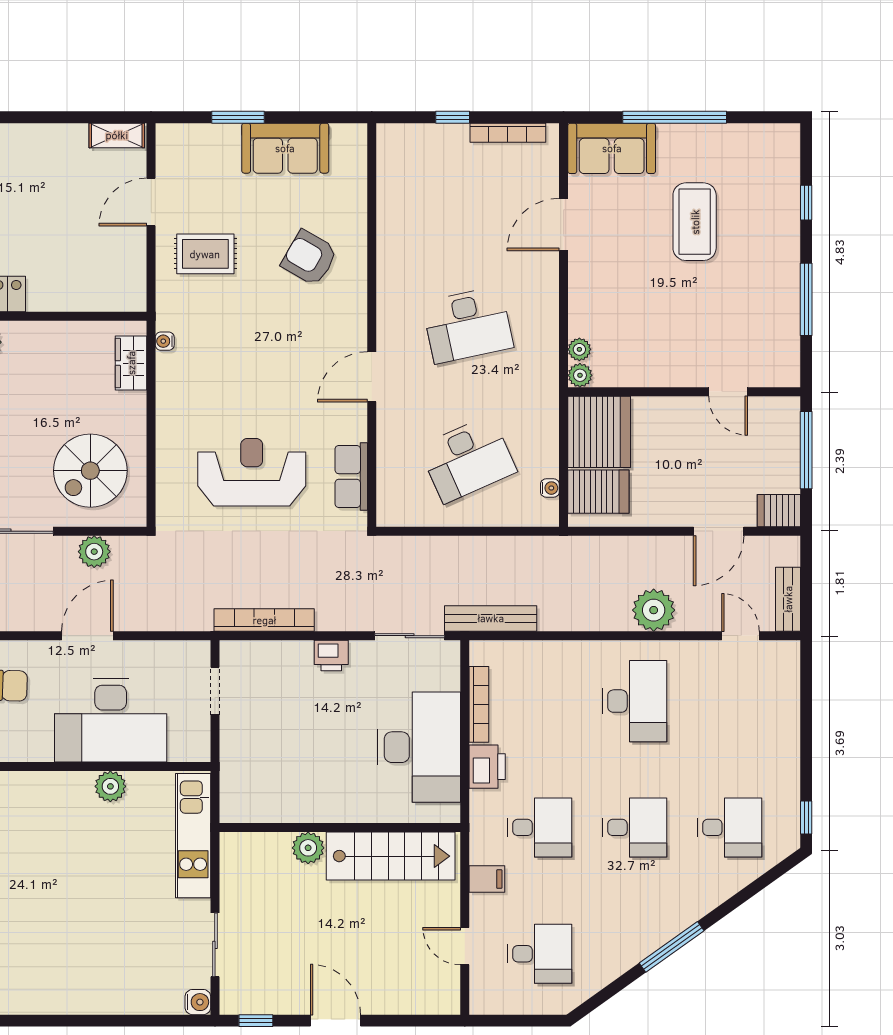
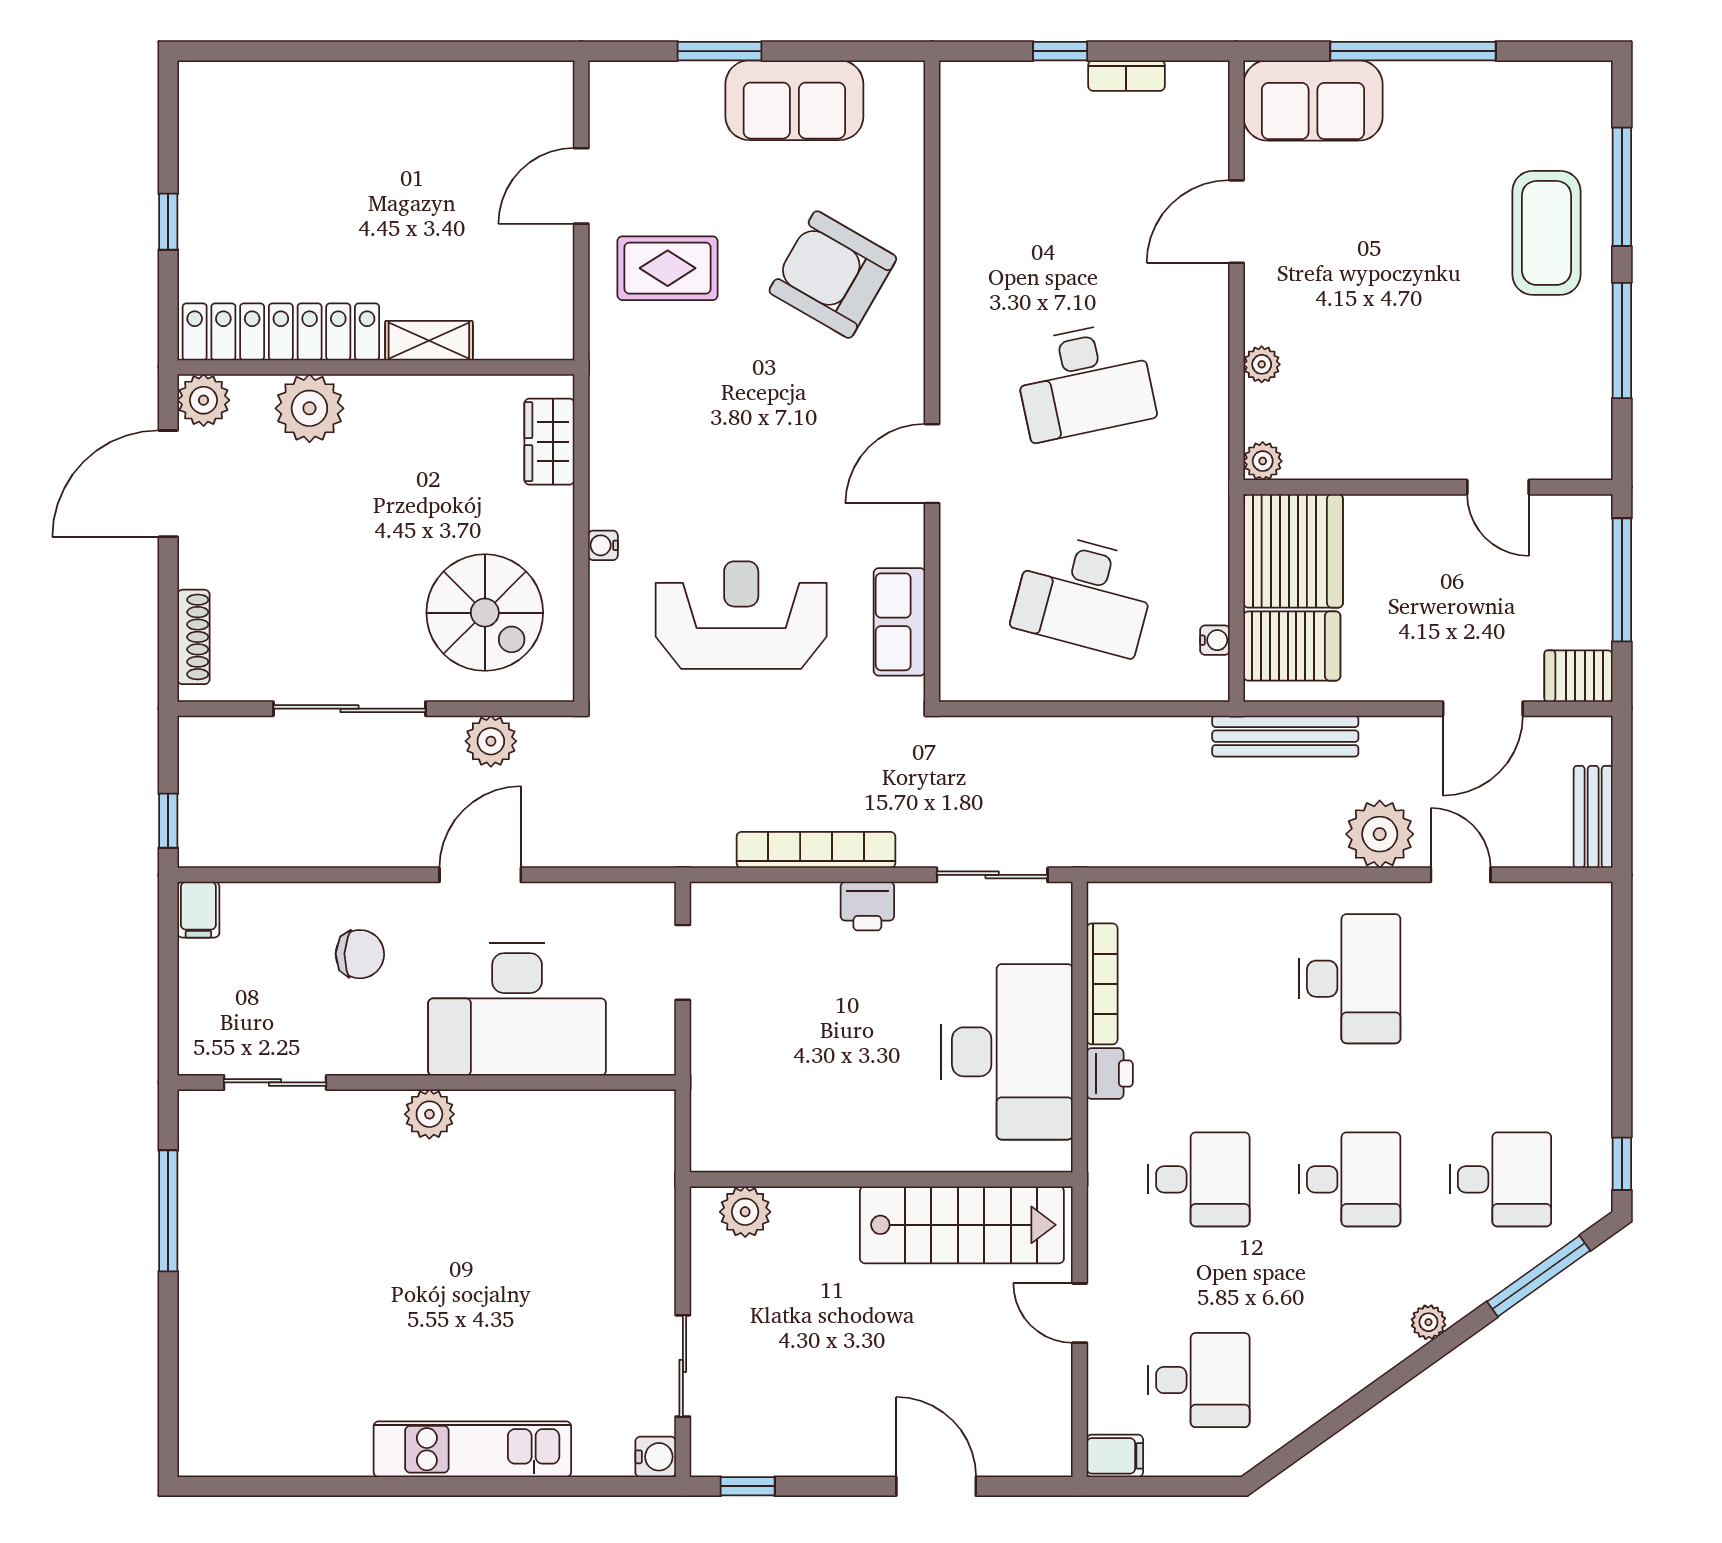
bookcase: (508, 133) -> (1126, 76), width x0.64
shelving: (117, 135) -> (429, 341), moved
window: (806, 203) -> (1622, 187), width x2.17
coffee table: (695, 222) -> (1546, 233), moved
armchair: (309, 258) -> (833, 275), width x1.36, depth x1.36
water cooler: (165, 341) -> (603, 545), moved
plant: (579, 349) -> (1262, 364), moved
desk: (468, 459) -> (1084, 594), turned 39
spiral stairs: (90, 471) -> (485, 613), turned -90
bench: (491, 618) -> (1285, 736), moved
bookcase: (264, 620) -> (816, 850), moved
door: (740, 636) -> (1461, 875), moved
printer: (487, 767) -> (1110, 1074), width x0.73, depth x0.81
plant: (110, 786) -> (429, 1114), moved
kitchen unit: (193, 836) -> (472, 1449), moved, turned 90
plant: (308, 848) -> (745, 1212), moved
filing cabinet: (487, 879) -> (1115, 1456), moved
plant: (684, 917) -> (1428, 1322), added
door: (465, 946) -> (1080, 1313), moved
window: (672, 947) -> (1539, 1276), moved
door: (335, 1021) -> (936, 1486), moved

